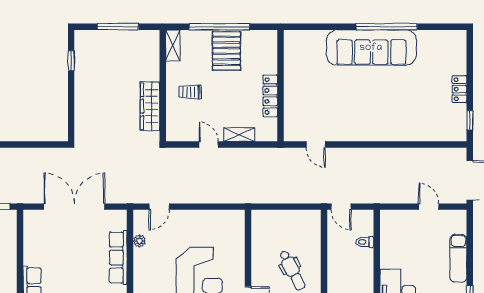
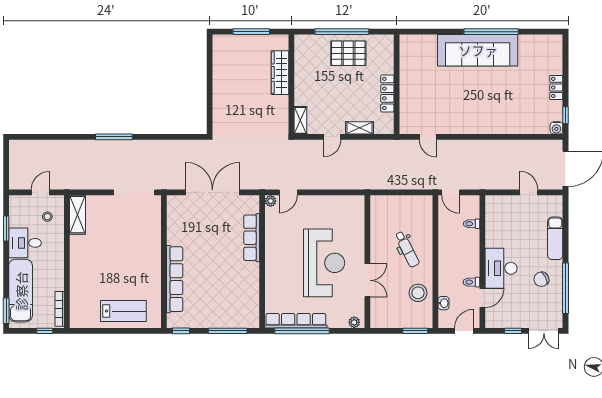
shelving: (173, 45) -> (300, 120), moved
pallet: (227, 51) -> (348, 53), turned 90
window: (71, 61) -> (210, 62), removed
trolley: (190, 92) -> (316, 90), removed
wardrobe: (150, 106) -> (280, 73), moved
water cooler: (460, 134) -> (556, 128), added
door: (208, 145) -> (332, 137), swing flipped
plant: (139, 241) -> (271, 201), moved

